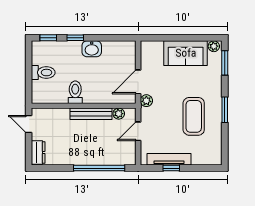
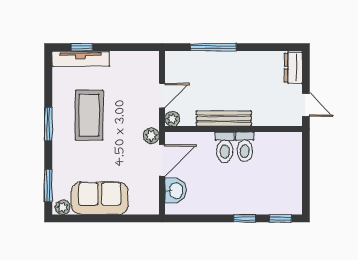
washbasin: (92, 49) -> (175, 190), moved, turned 90
toilet: (43, 73) -> (225, 147), moved, turned -90
plant: (119, 114) -> (172, 119), moved
tv unit: (169, 159) -> (81, 59), moved
window: (99, 168) -> (213, 47), width x0.68
window: (171, 168) -> (82, 47), moved

